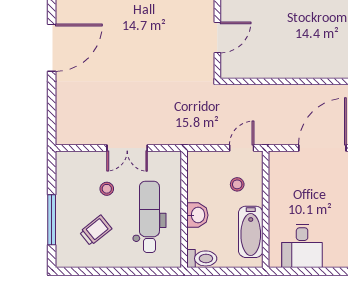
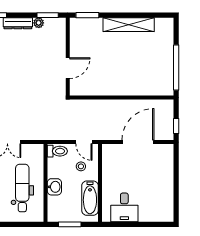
door: (242, 148) -> (84, 142), swing flipped
toilet: (202, 258) -> (57, 151), moved
window: (220, 271) -> (70, 224), added

